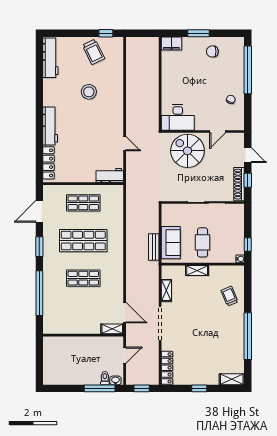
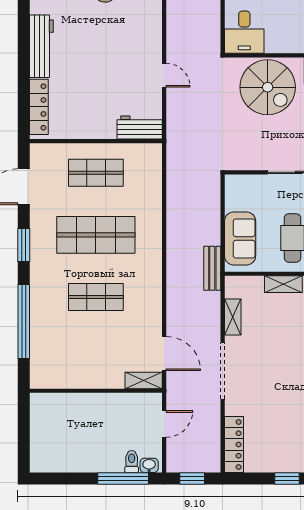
desk: (178, 117) -> (244, 32), width x0.73
spiral stairs: (187, 151) -> (268, 87), turned 180
bench: (154, 247) -> (212, 268), moved

